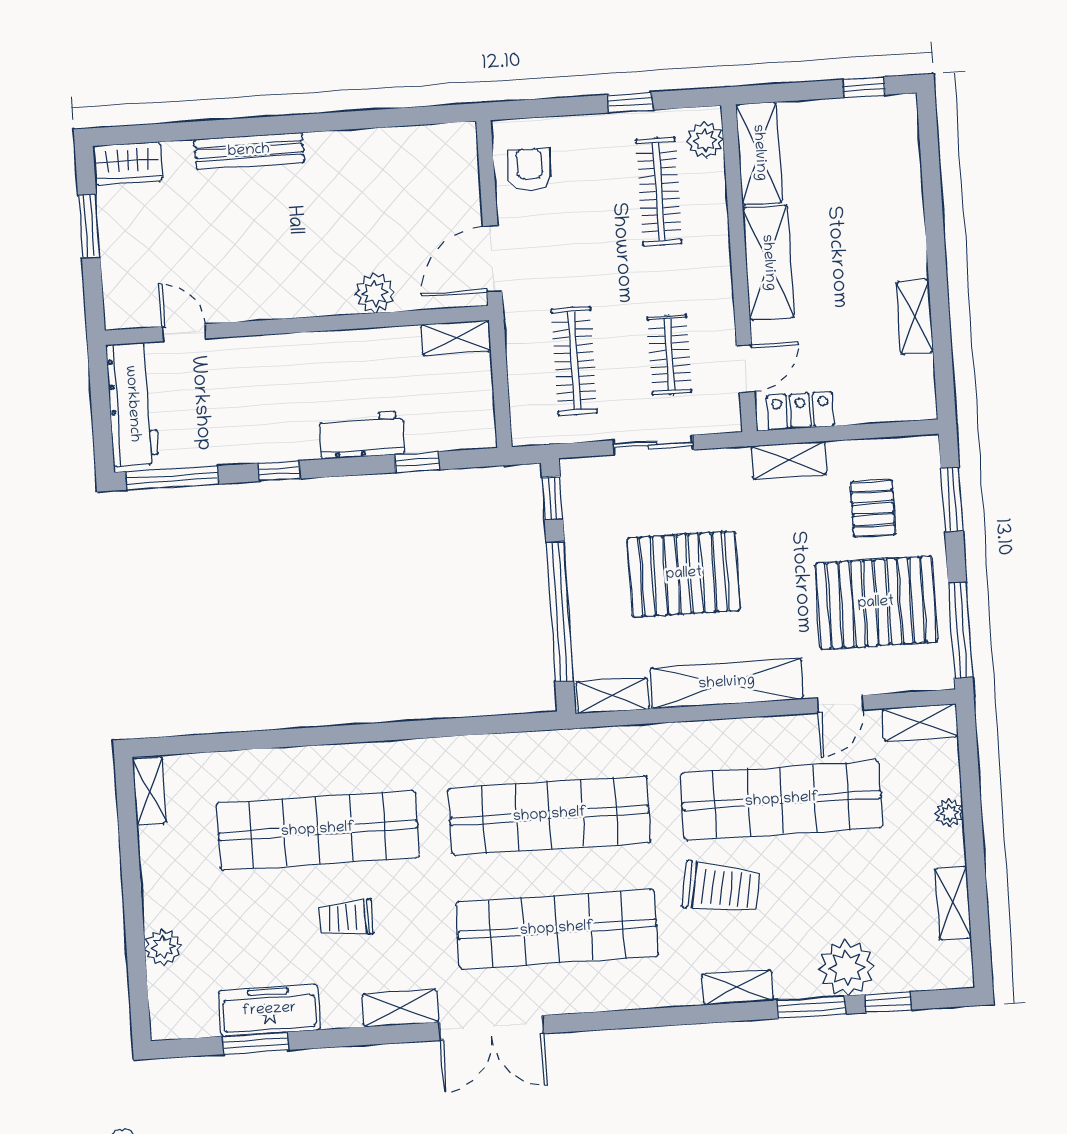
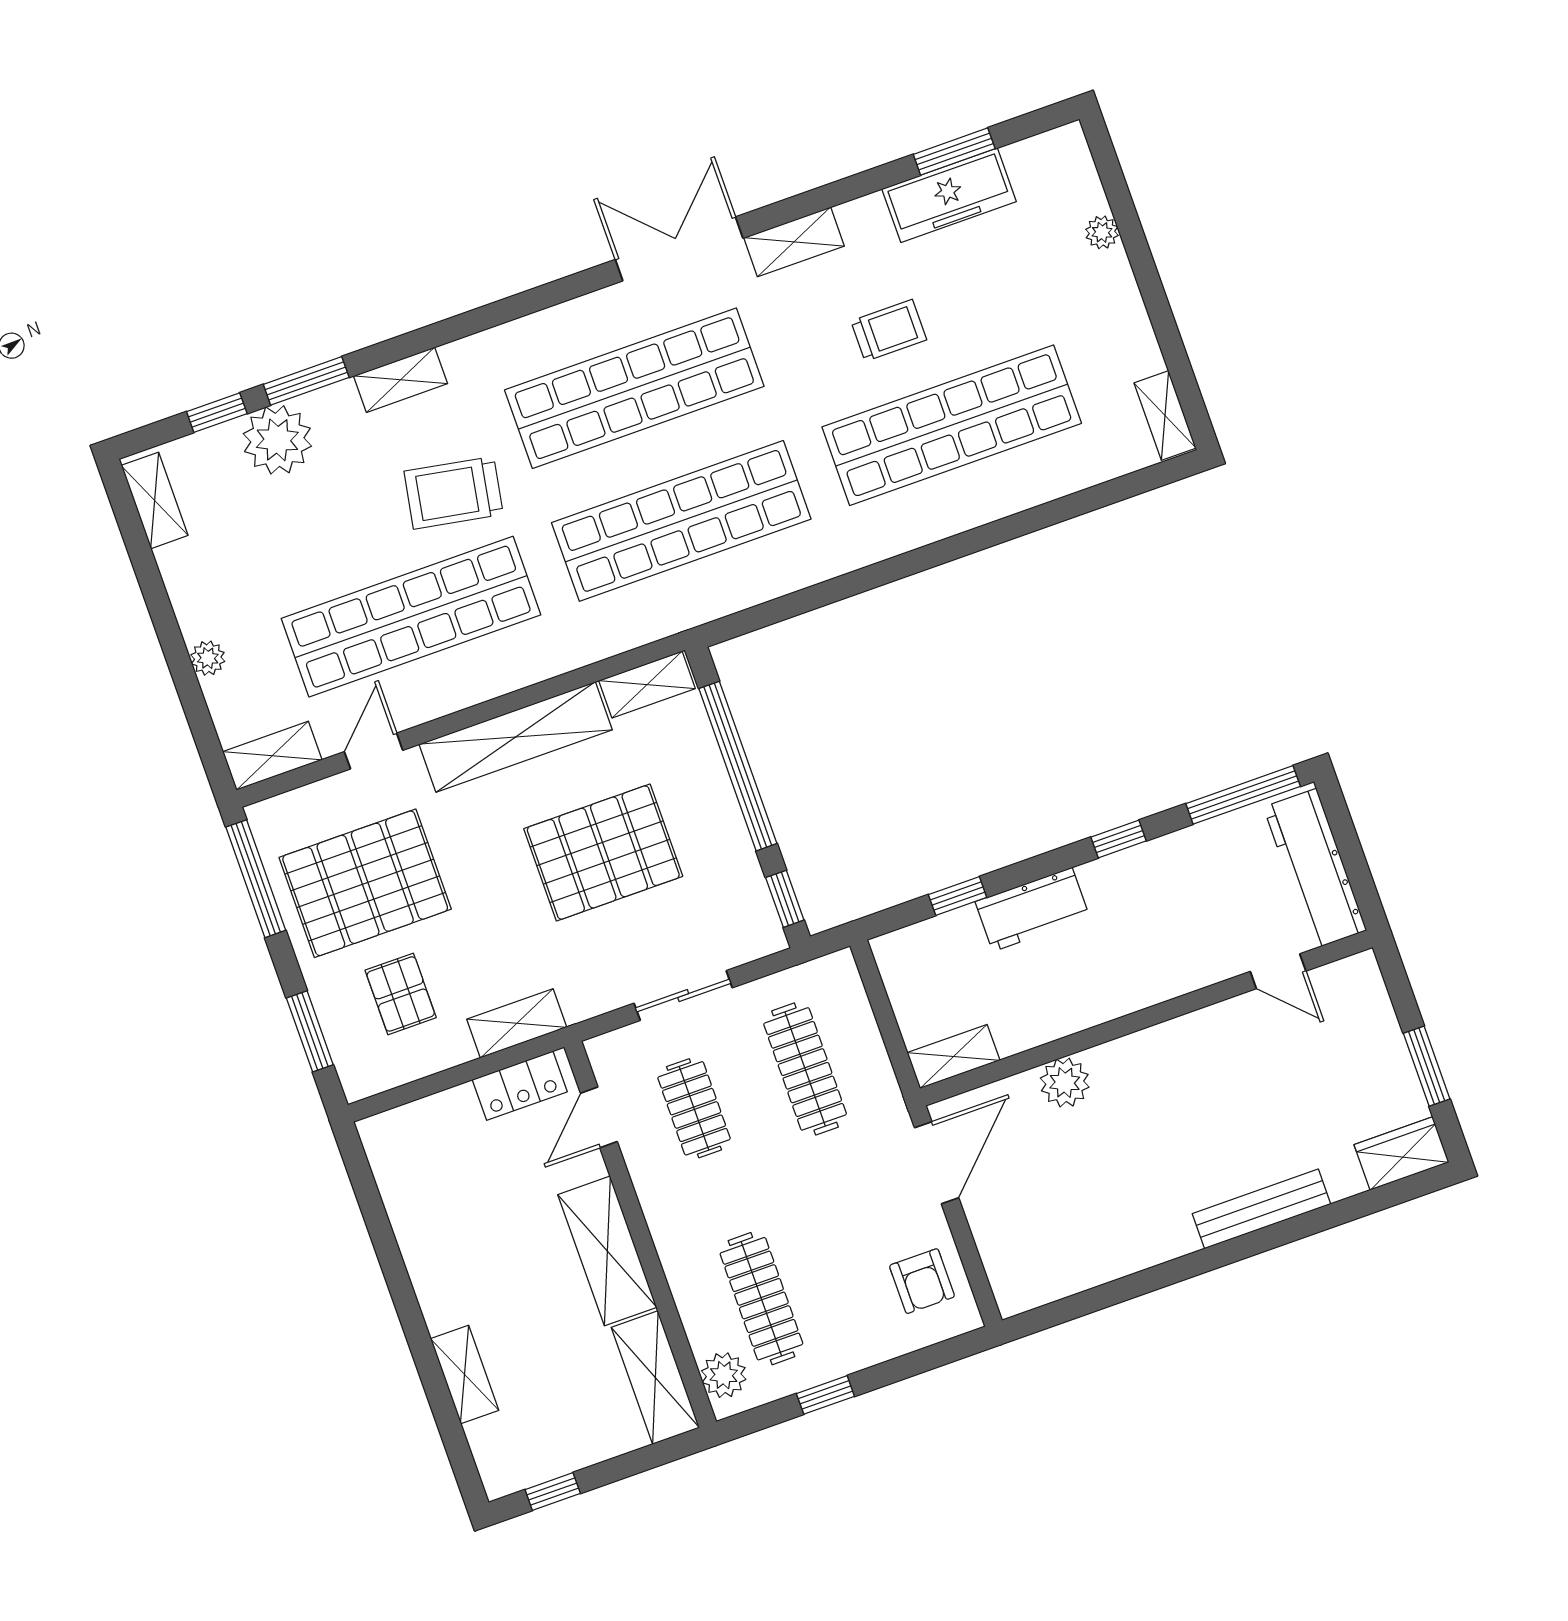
shelving: (915, 317) -> (465, 1375), moved
shelving: (953, 903) -> (155, 500), moved
plant: (163, 947) -> (1102, 232), width x0.73, depth x0.73

